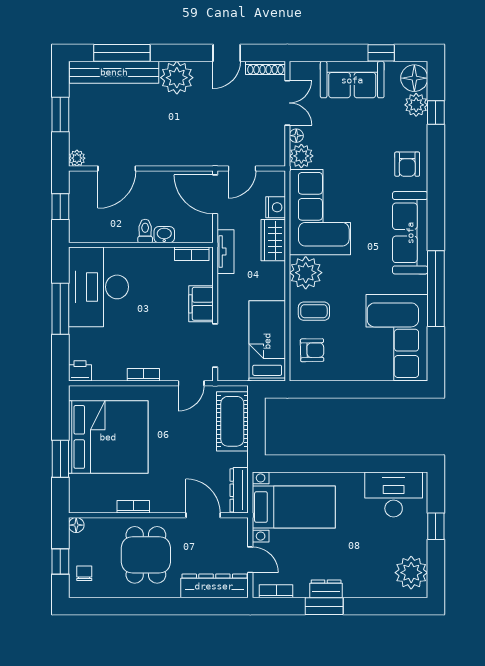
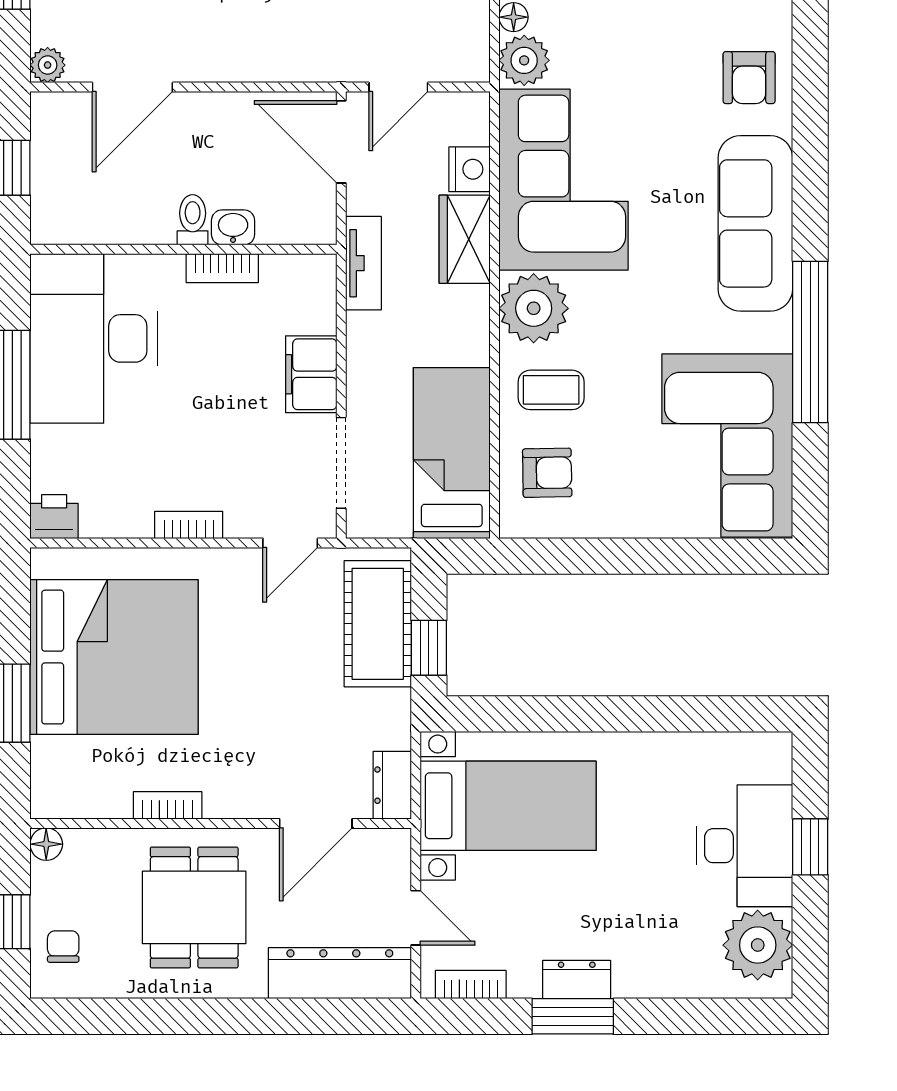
bookcase: (192, 254) -> (222, 268), moved
window: (256, 433) -> (429, 648), added
dresser: (239, 490) -> (392, 785), width x0.70
desk: (394, 494) -> (745, 846), moved, turned 90
door: (203, 515) -> (316, 823), swing flipped

